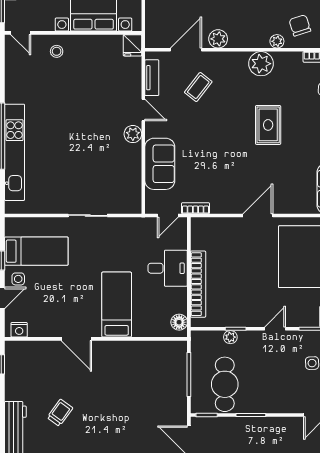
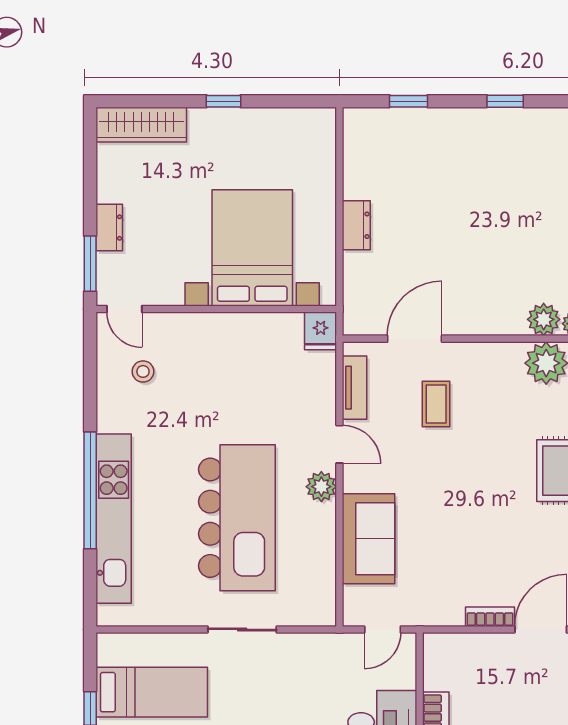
plant: (218, 39) -> (544, 319), moved
stool: (57, 51) -> (143, 371), moved
coffee table: (198, 87) -> (436, 404), turned -38
kitchen island: (85, 152) -> (237, 518), added
bookcase: (195, 208) -> (490, 617), moved

